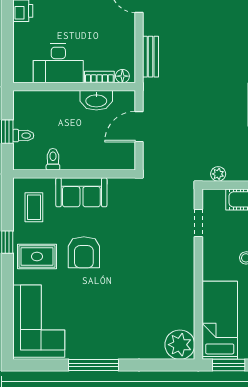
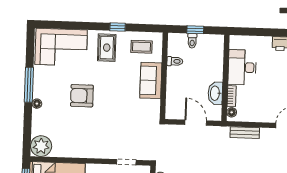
armchair: (84, 252) -> (82, 96), moved
floor lamp: (120, 353) -> (37, 104), added

